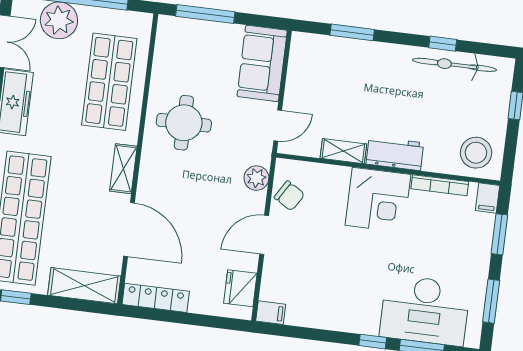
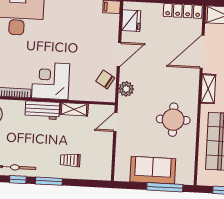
window: (352, 32) -> (49, 181), moved
sofa: (262, 63) -> (153, 170), moved, turned -90
trolley: (356, 69) -> (70, 160), added
door: (129, 229) -> (202, 52), hinge flipped

